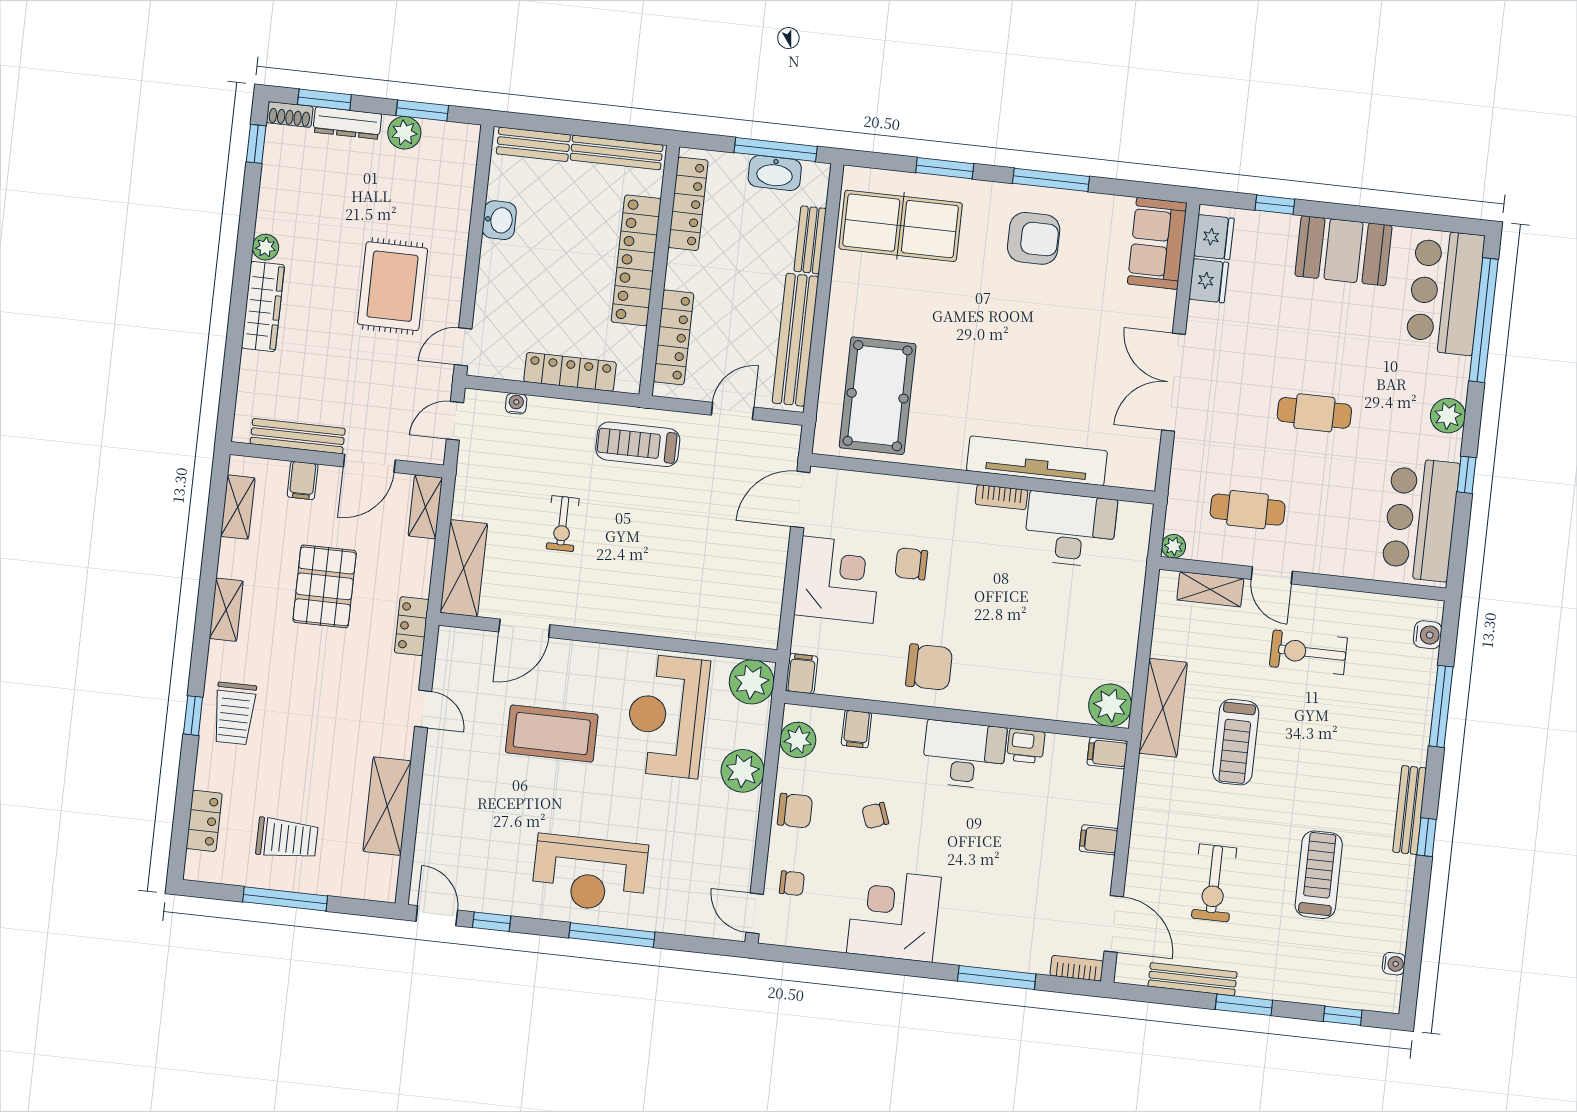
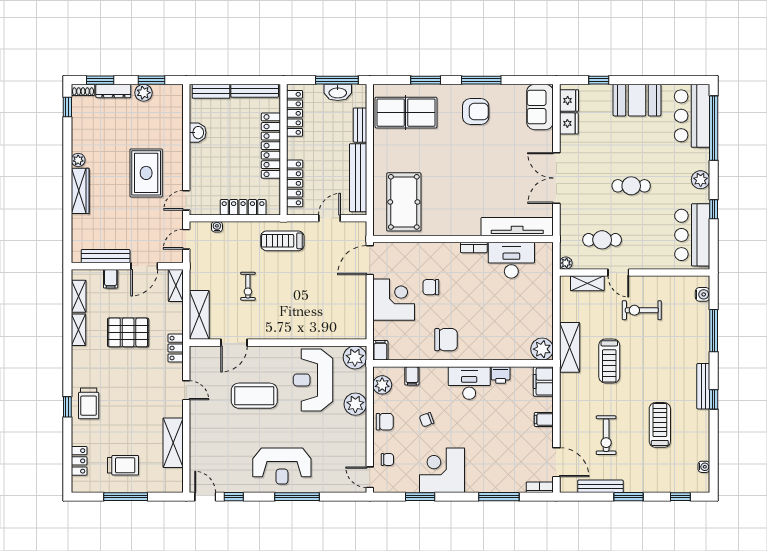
tv unit: (1037, 461) -> (517, 227), moved
pallet: (325, 586) -> (128, 332), turned 90
shelving: (226, 610) -> (78, 330), moved
filing cabinet: (1107, 753) -> (543, 381), width x2.00
window: (847, 961) -> (420, 497), added

